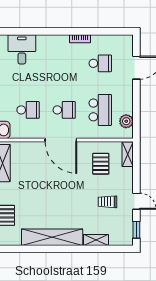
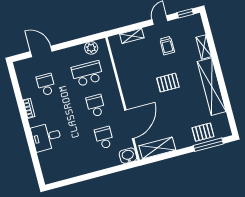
desk: (22, 49) -> (46, 137), moved
door: (61, 140) -> (129, 124), moved
shelving: (128, 154) -> (132, 36), moved
pallet: (101, 164) -> (168, 83), moved

